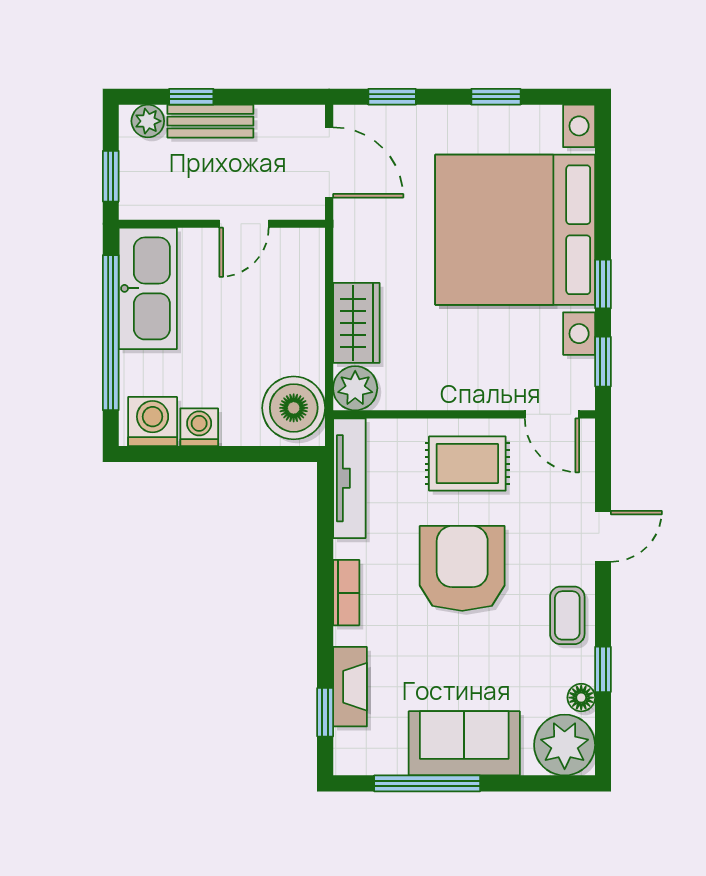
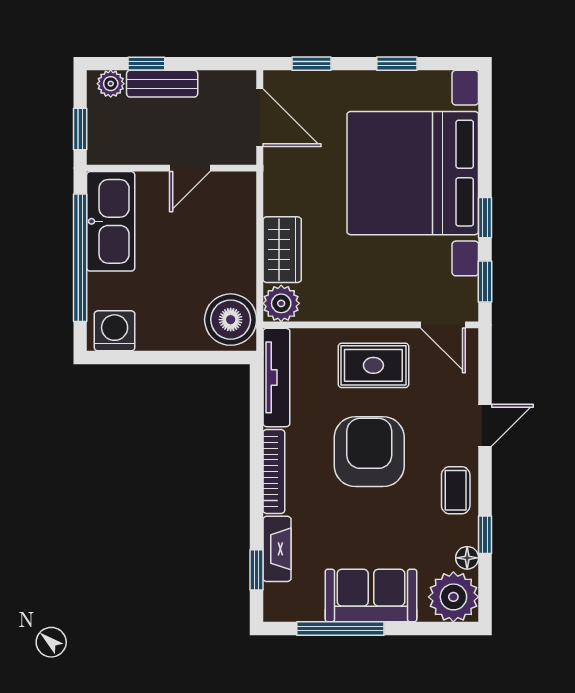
washing machine: (199, 427) -> (153, 335), removed
bookcase: (346, 593) -> (274, 471), width x1.56

